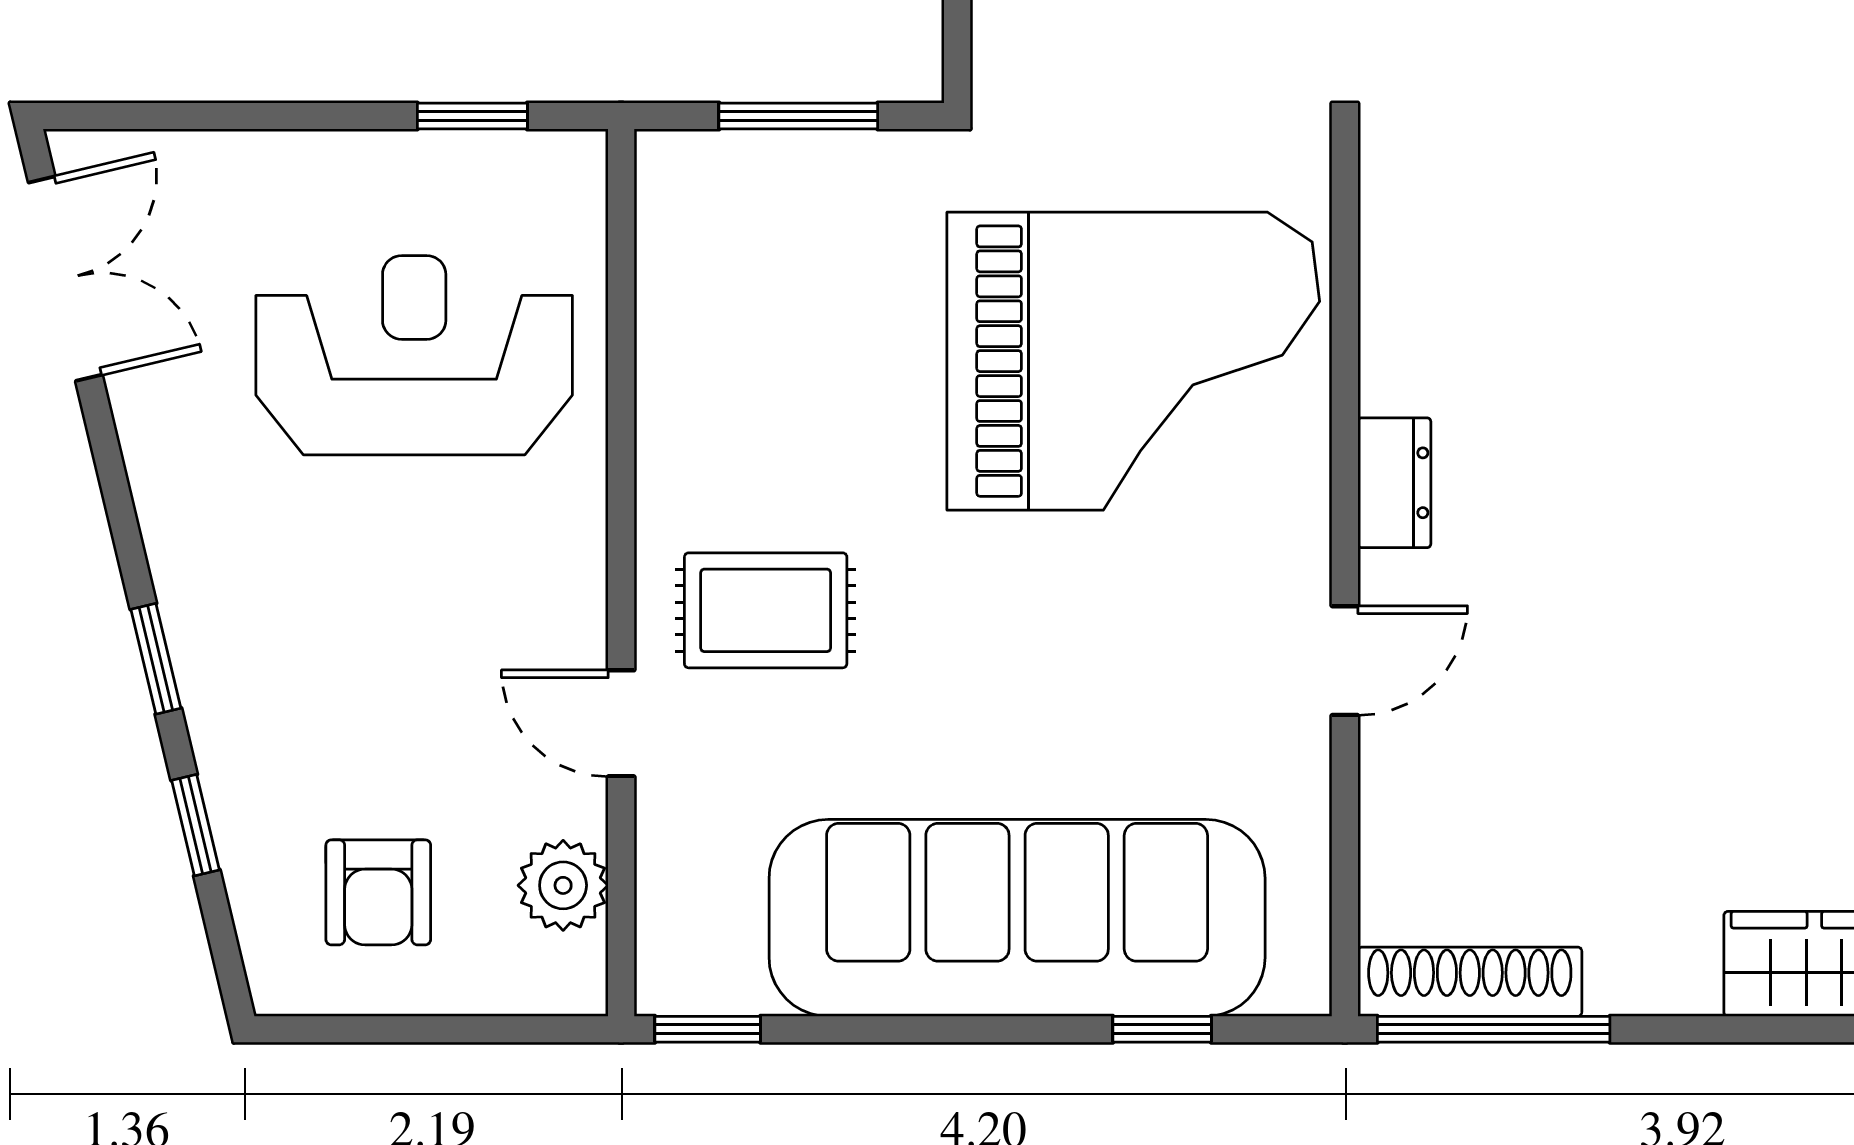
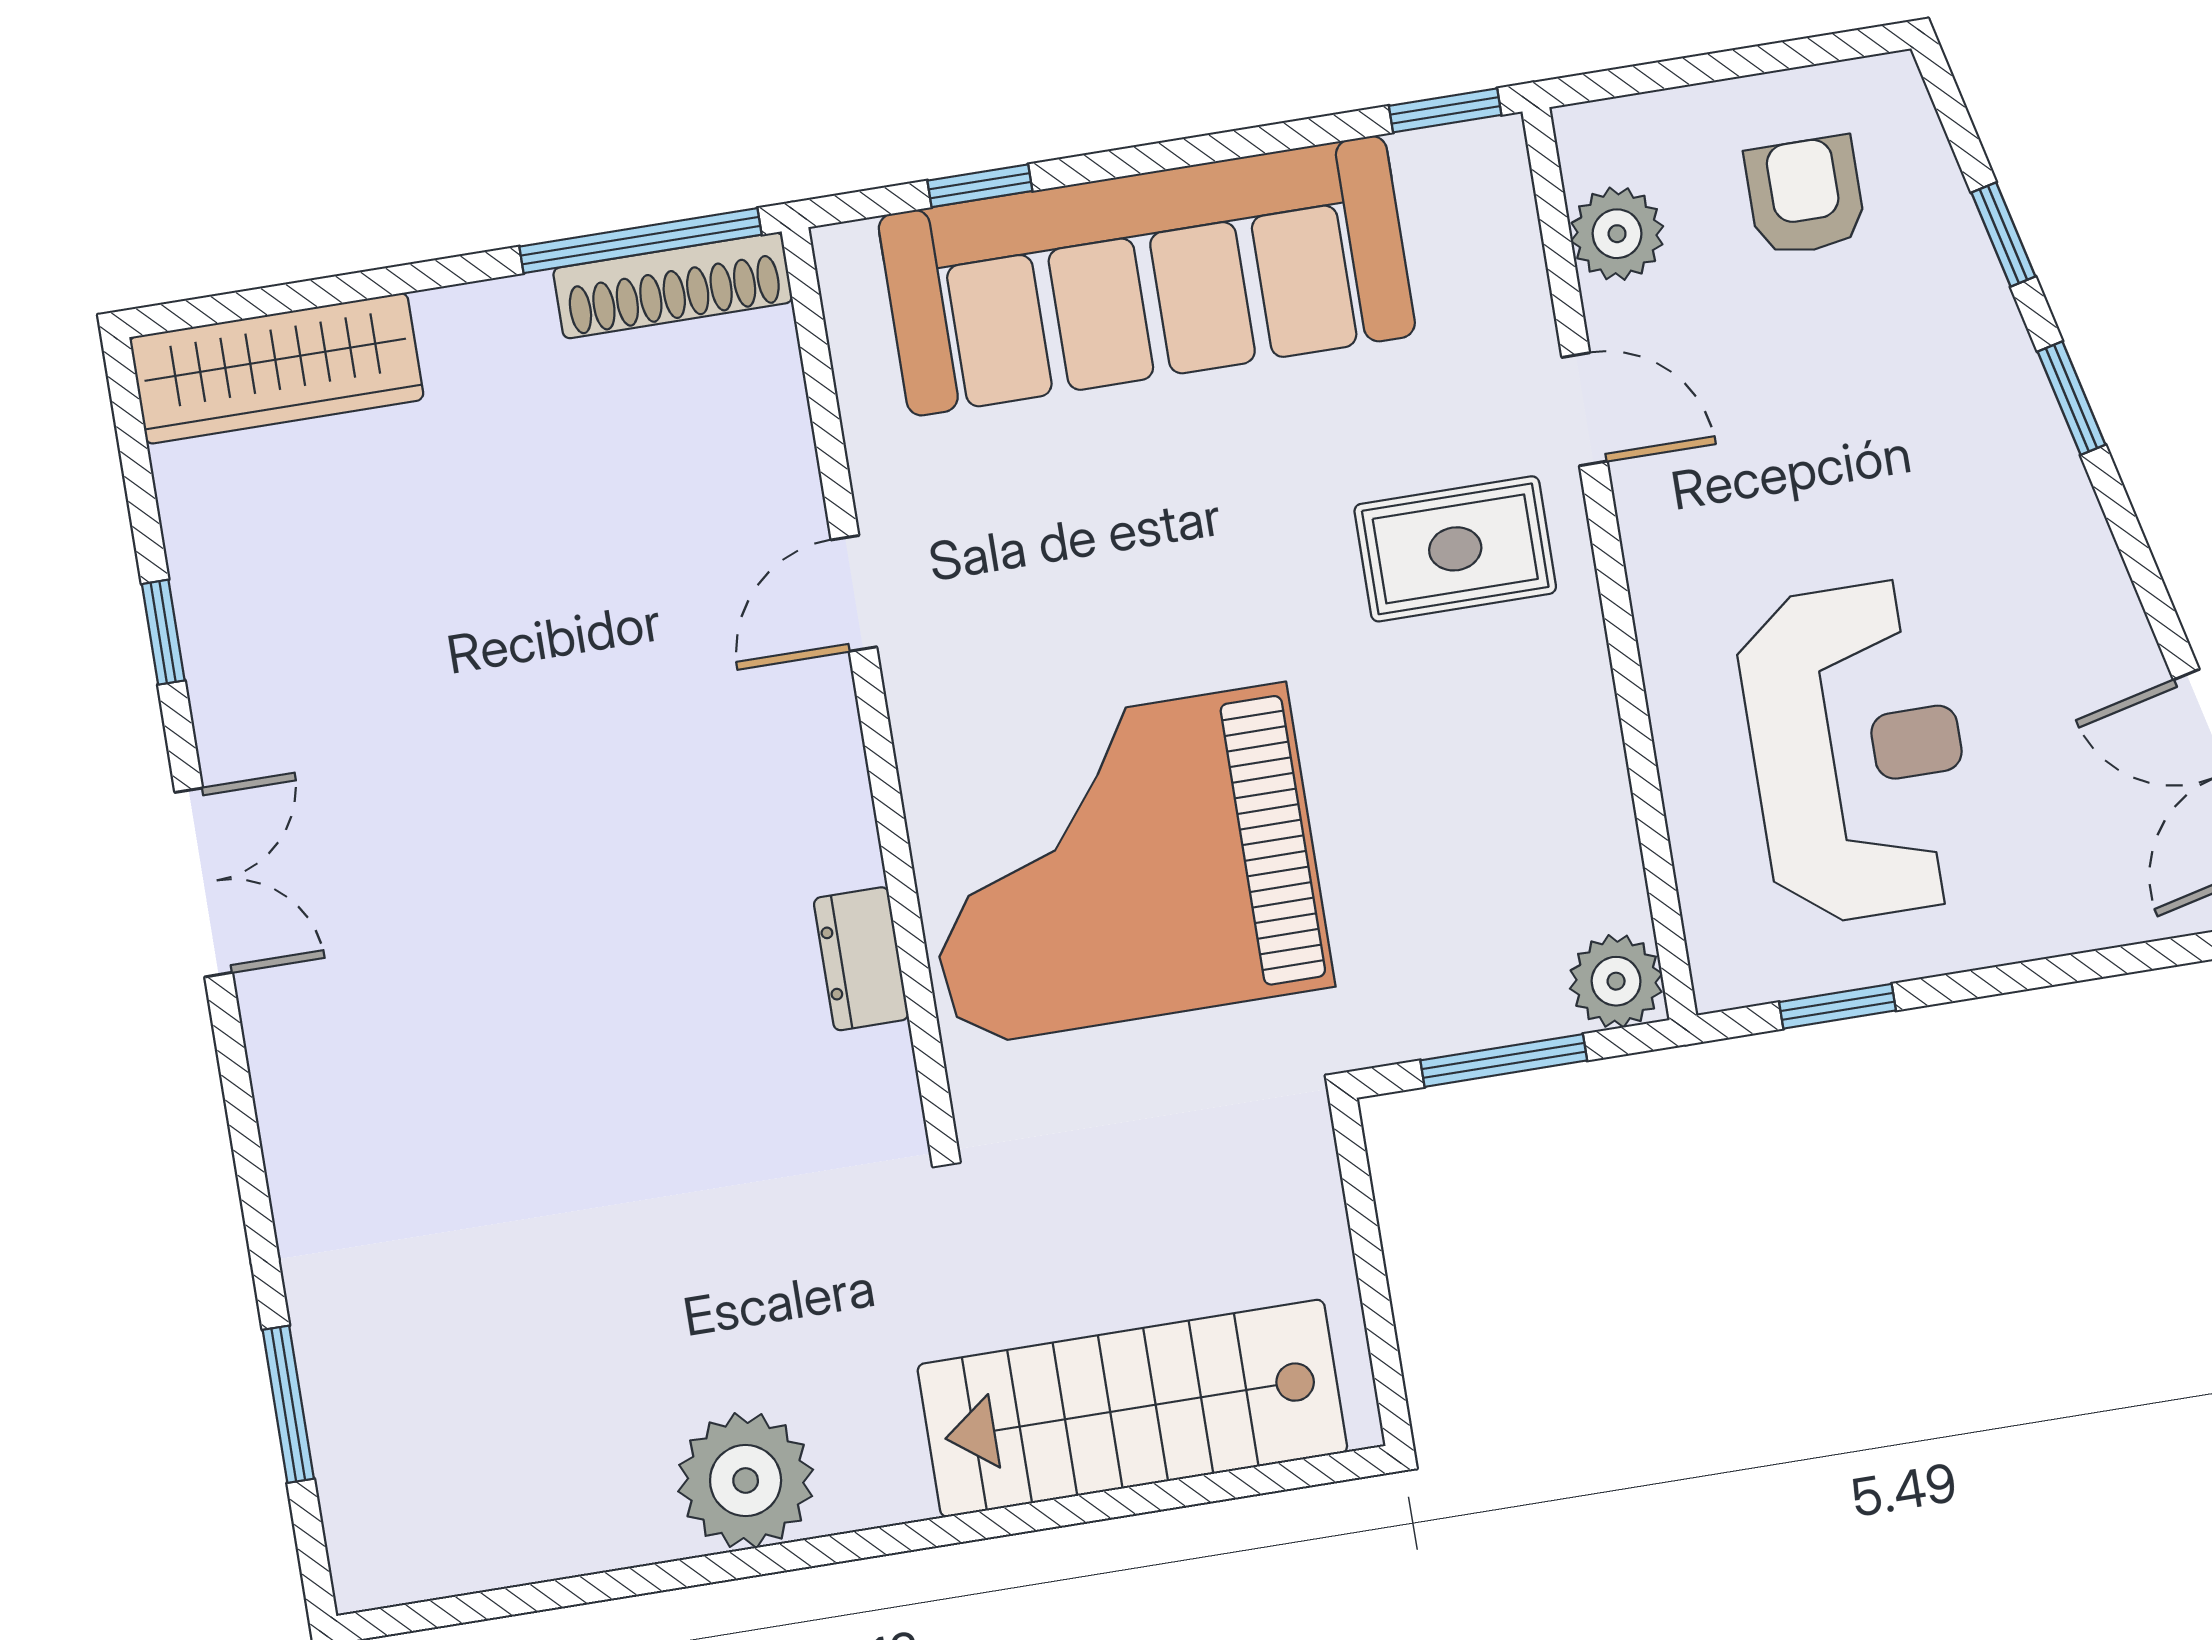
plant: (679, 174) -> (1616, 981), added
reception desk: (414, 355) -> (1857, 752), turned -90
dresser: (1394, 483) -> (861, 959), moved

